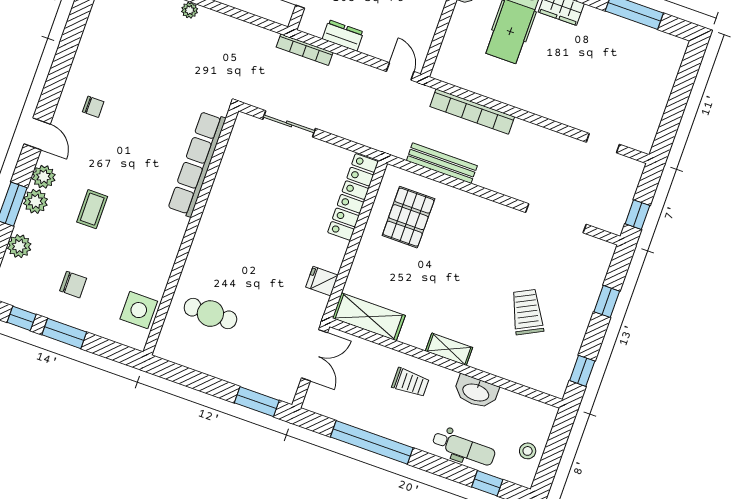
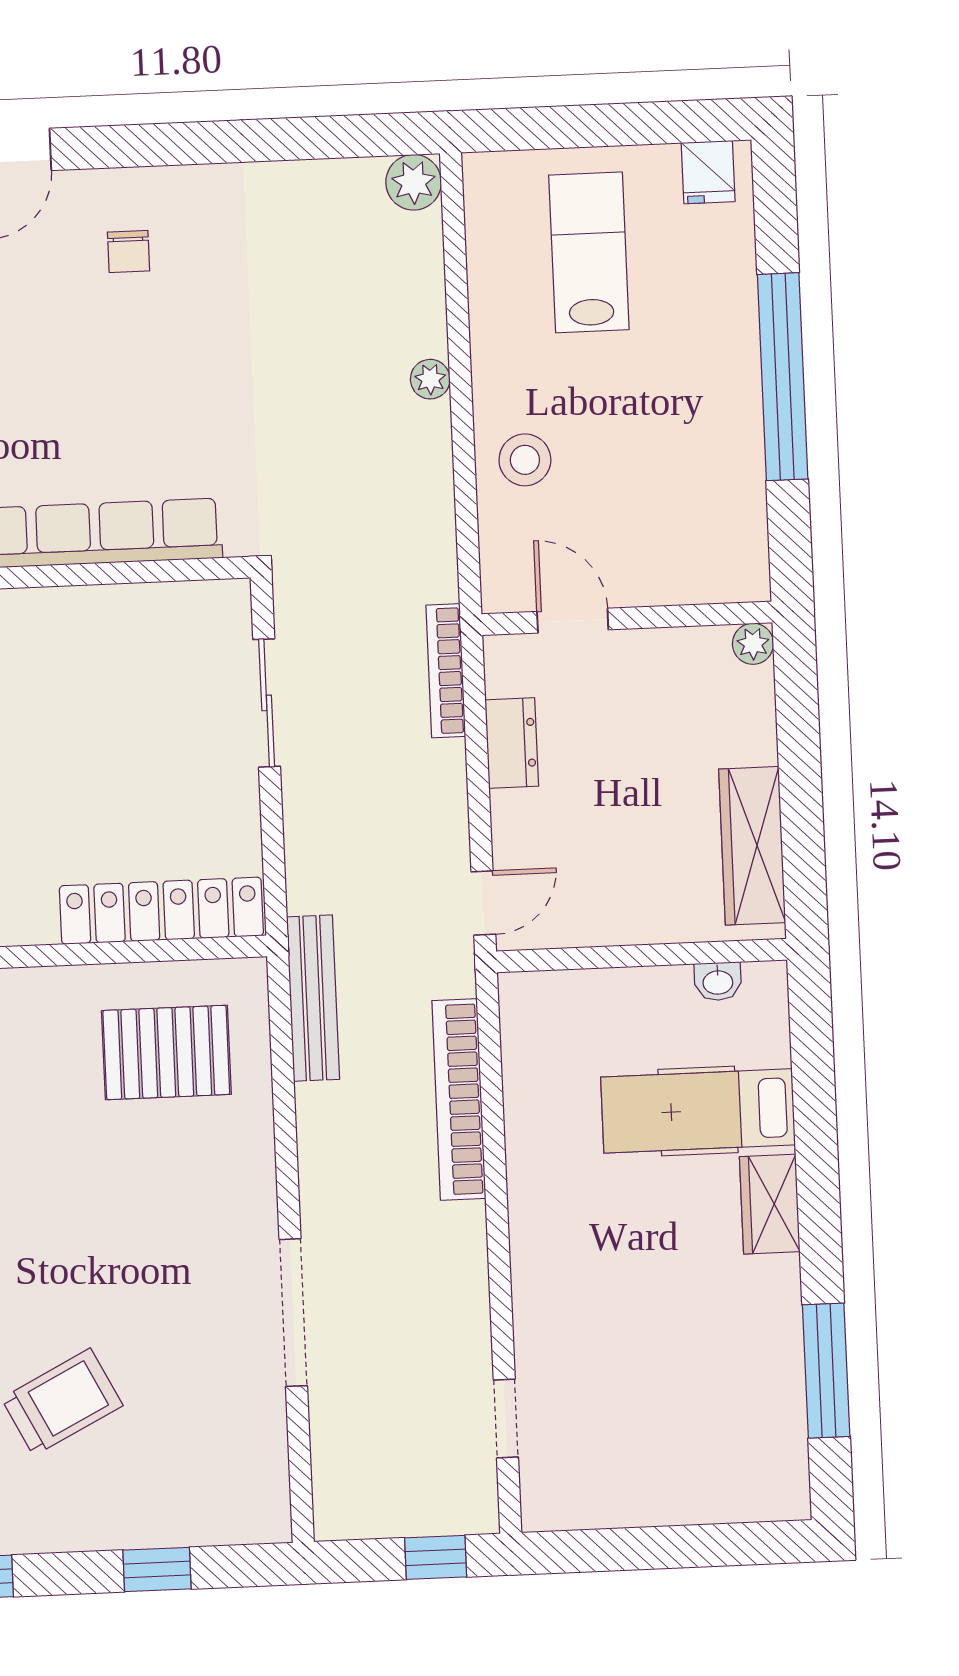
bench: (442, 163) -> (313, 998), moved
window: (637, 215) -> (436, 1557), moved
doorway: (556, 218) -> (293, 1313), moved

